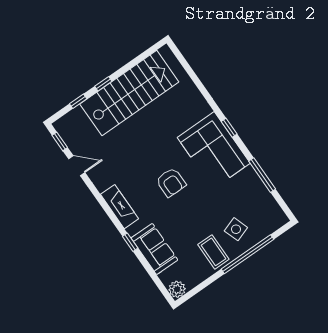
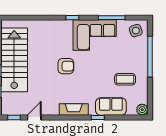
corner sofa: (214, 150) -> (95, 35), moved
armchair: (171, 182) -> (66, 66), moved
side table: (236, 229) -> (136, 31), moved
coffee table: (213, 252) -> (125, 79), moved

